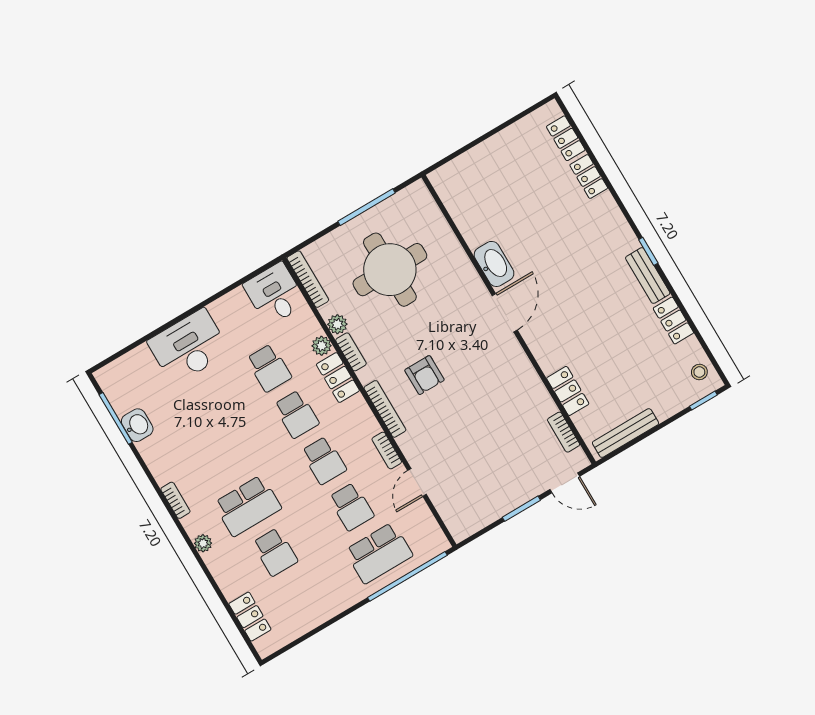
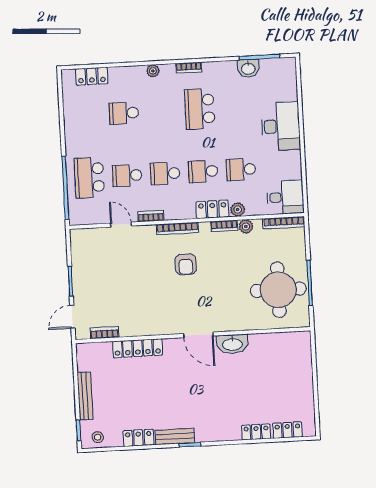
round table: (390, 270) -> (278, 290), moved
armchair: (424, 375) -> (186, 264), turned -90
locker: (568, 391) -> (138, 348), width x1.53
bench: (625, 433) -> (85, 396), moved
school desk: (248, 506) -> (200, 109), moved

